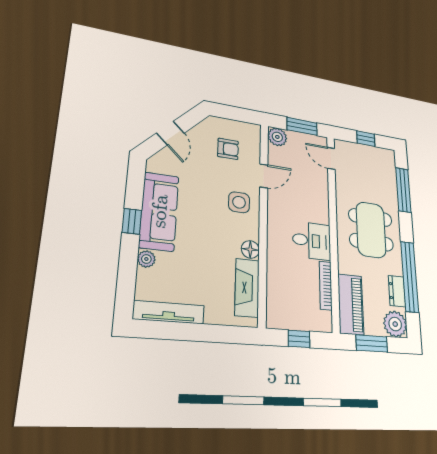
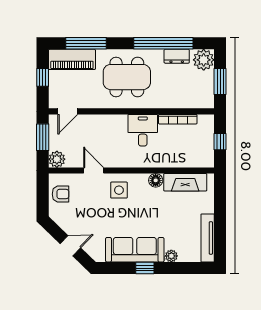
armchair: (228, 149) -> (61, 194), moved, turned 90
piano: (351, 304) -> (72, 59), moved, turned 180

